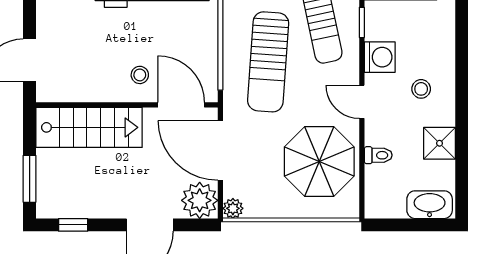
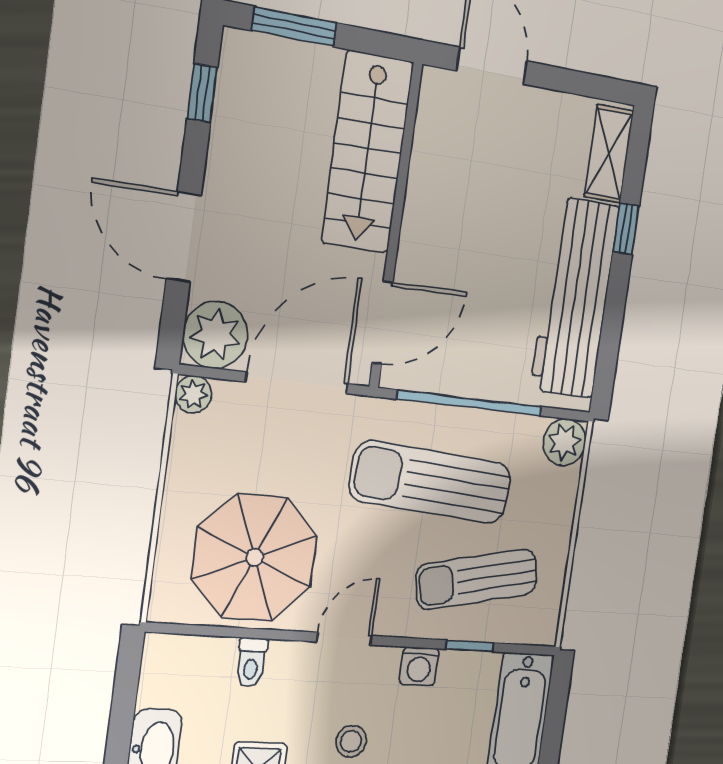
washing machine: (380, 57) -> (419, 666), width x0.73, depth x0.73
stool: (140, 75) -> (441, 256), removed

